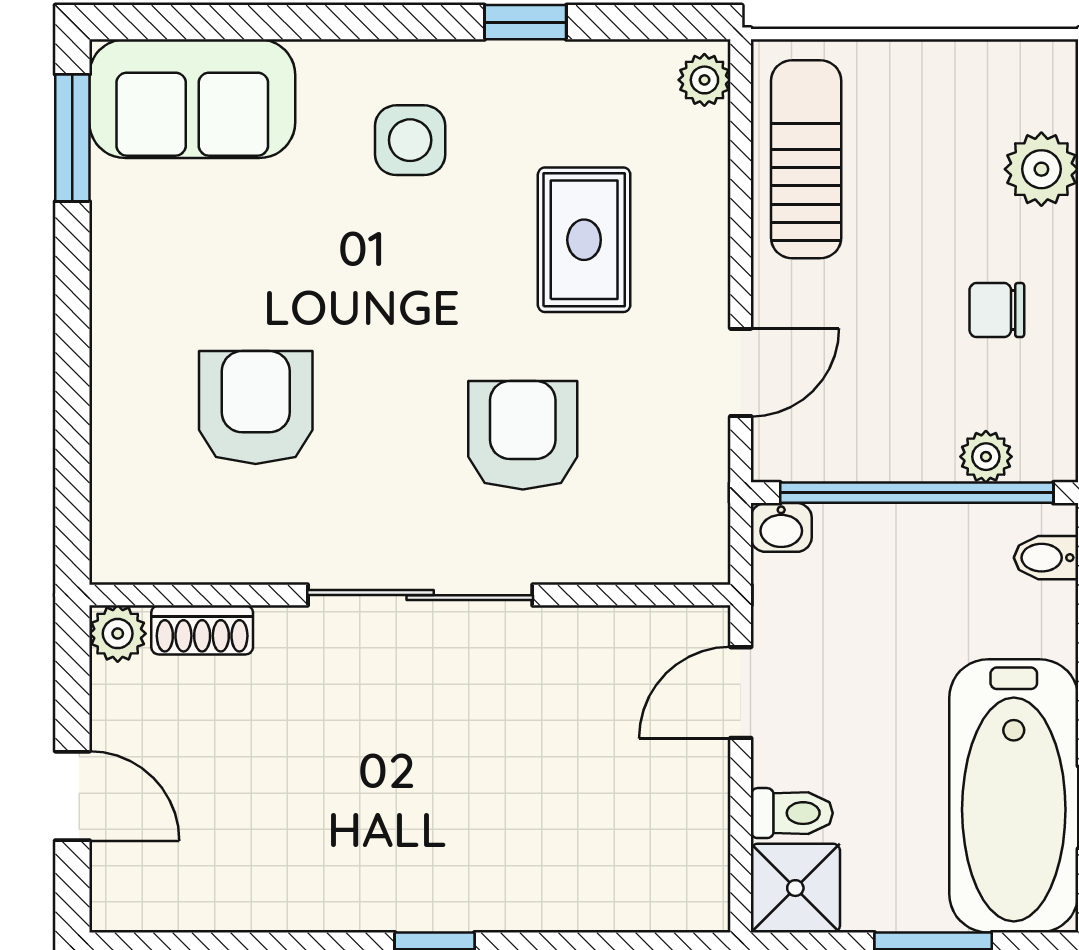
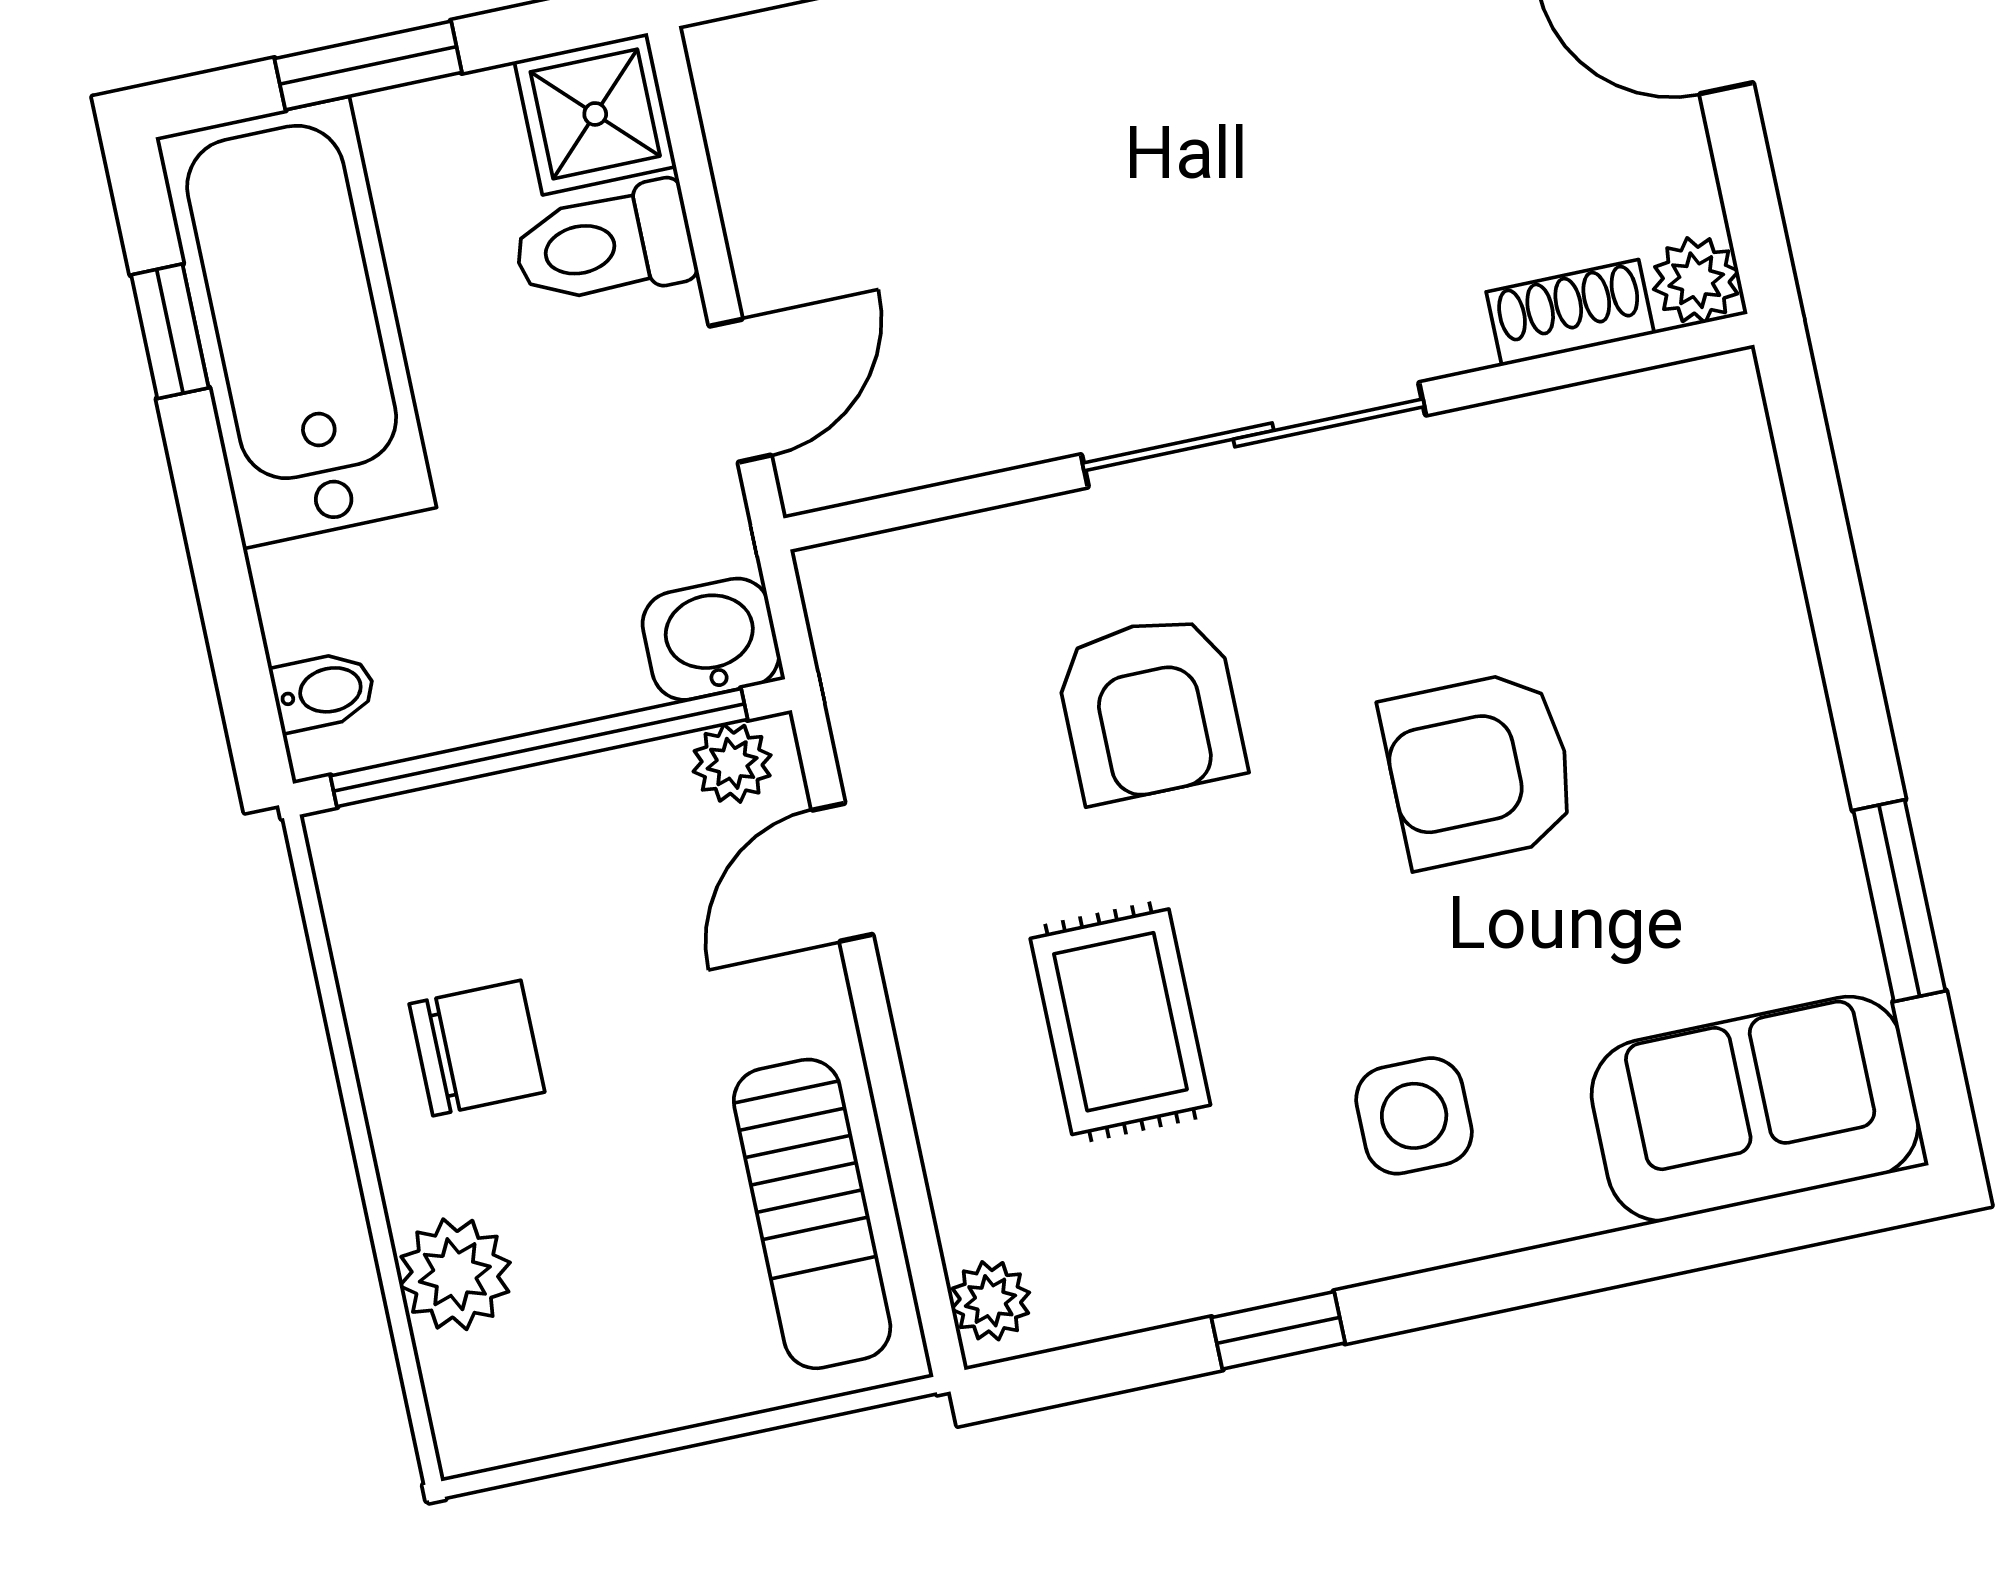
window: (72, 138) -> (1899, 901), moved
chair: (997, 310) -> (477, 1048), width x1.37, depth x1.37
armchair: (256, 407) -> (1479, 769), moved, turned 90
plant: (986, 457) -> (732, 763), moved
washbasin: (781, 527) -> (711, 639), width x1.38, depth x1.45
toilet: (792, 813) -> (604, 245), width x1.37, depth x1.39

